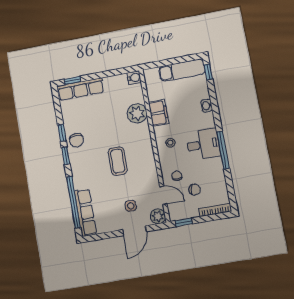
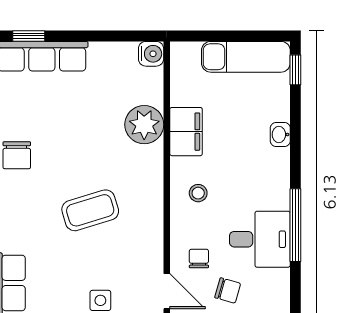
desk: (203, 144) -> (260, 239), moved
coffee table: (118, 161) -> (90, 210), turned 73

